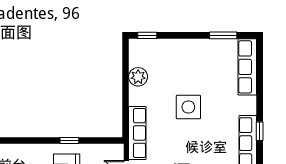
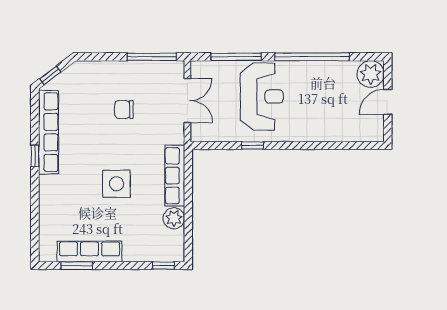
row of seats: (247, 67) -> (90, 251), moved, turned -90
row of seats: (137, 133) -> (175, 176), moved

